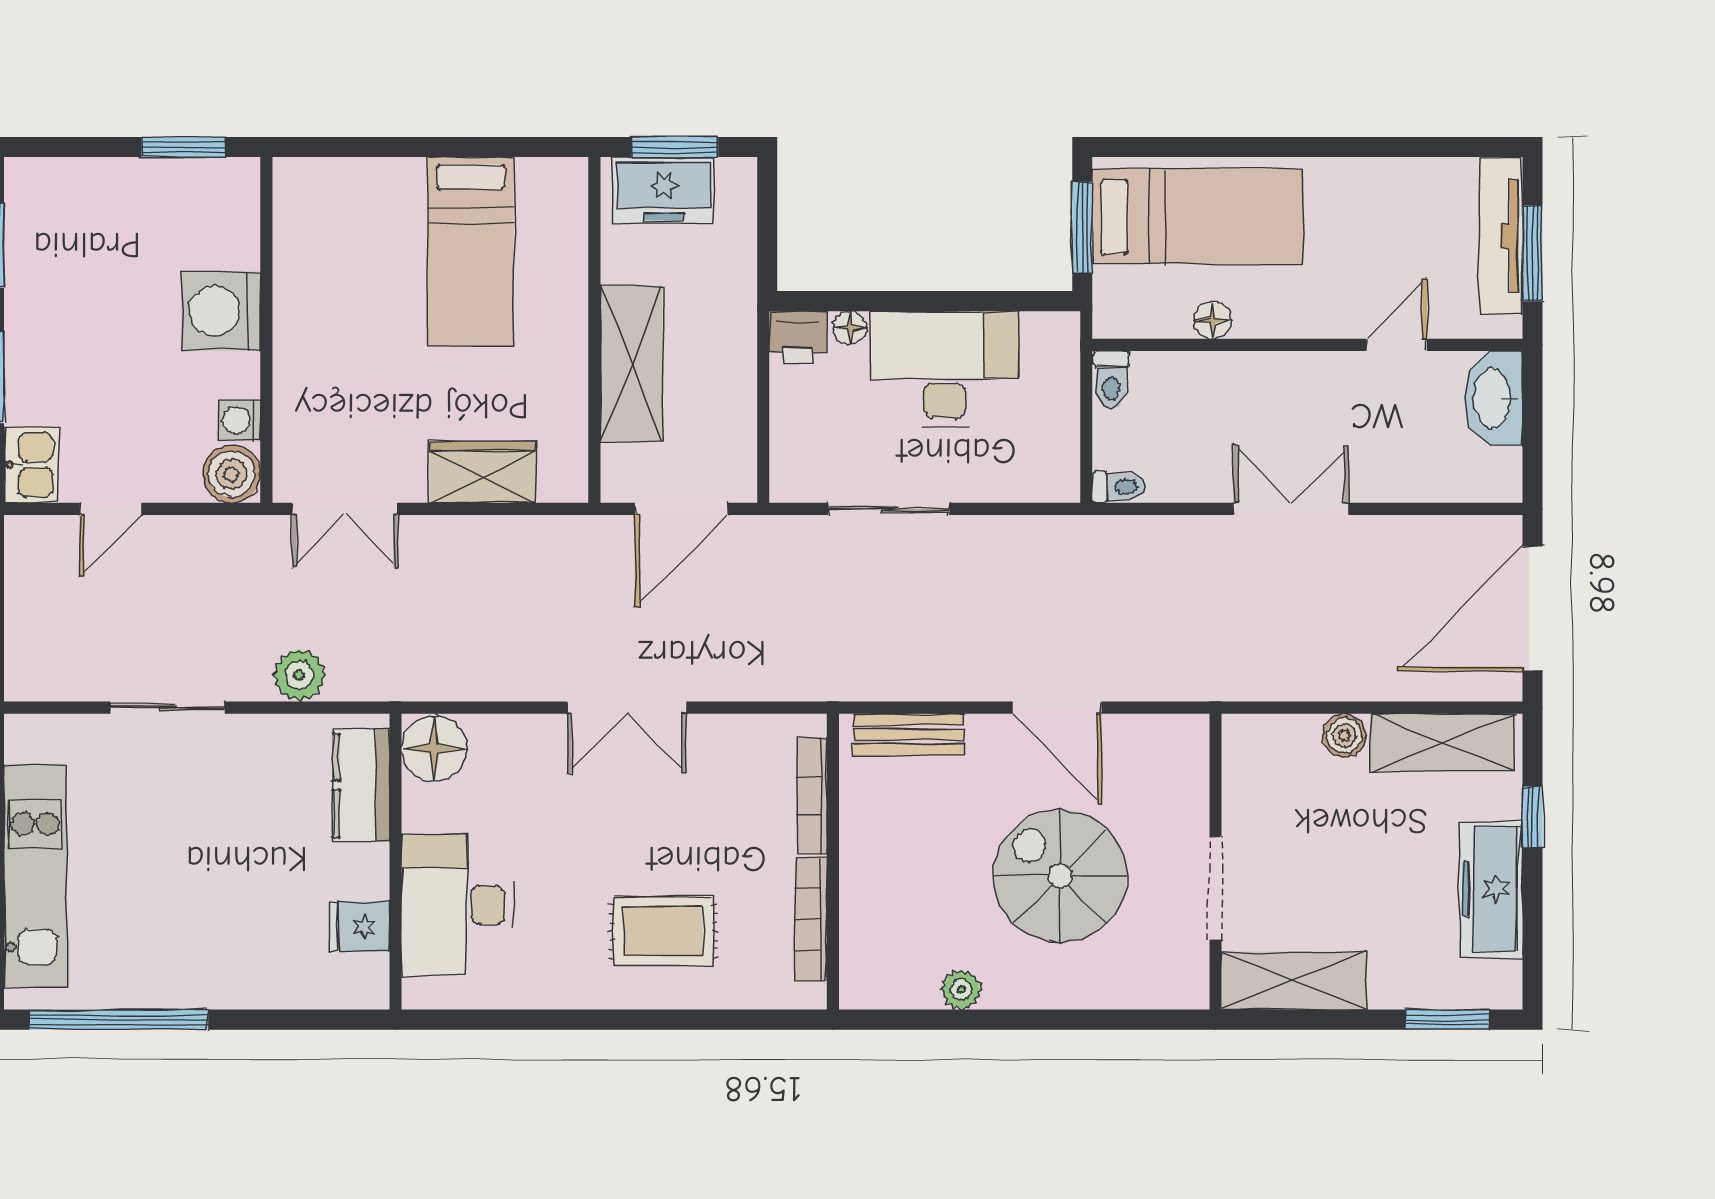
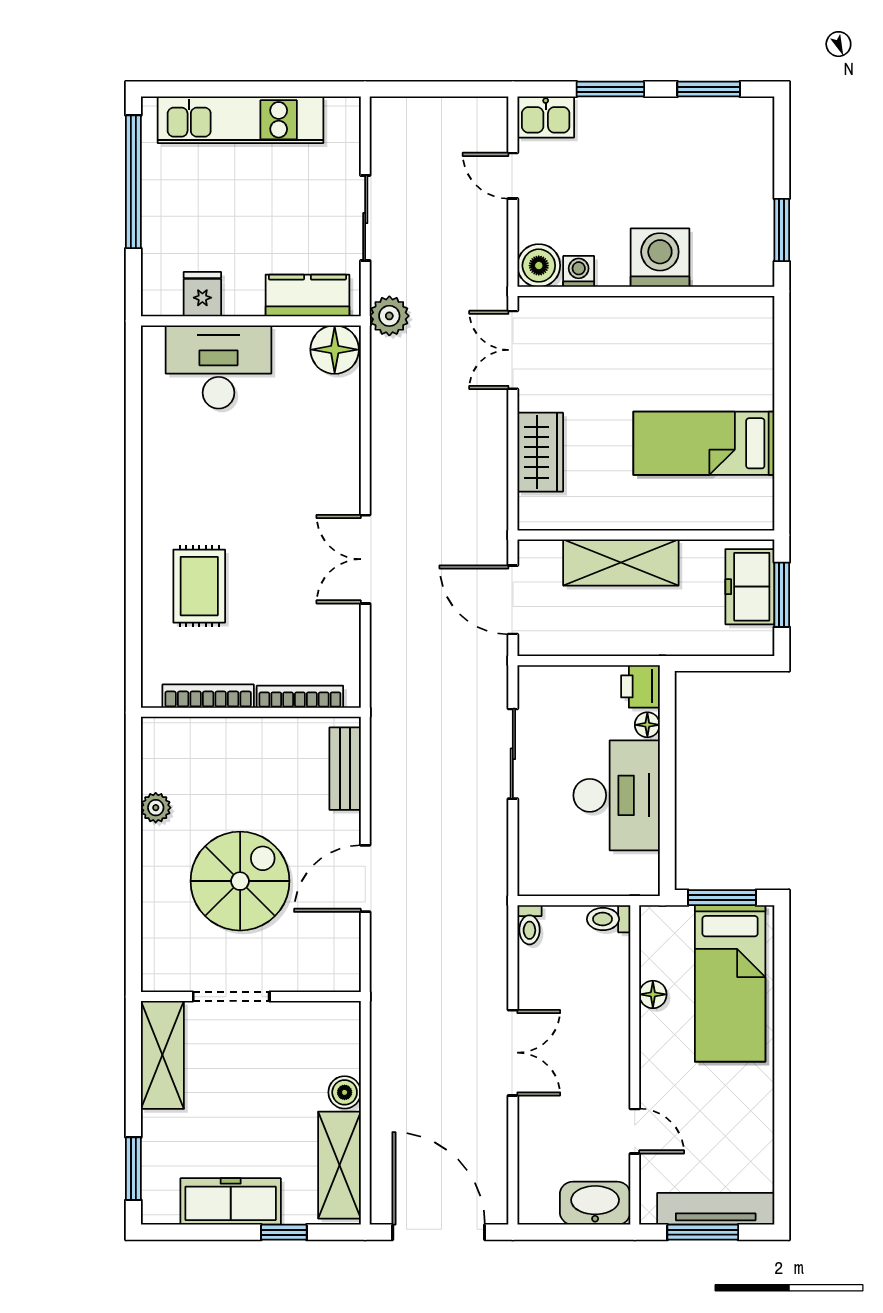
floor lamp: (434, 749) -> (335, 350), moved
kitchen counter: (361, 785) -> (307, 296), moved
wall: (396, 862) -> (251, 321), moved
desk: (457, 905) -> (219, 367), moved
fridge: (359, 927) -> (202, 294), moved

